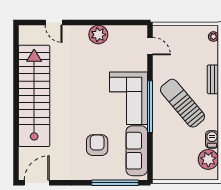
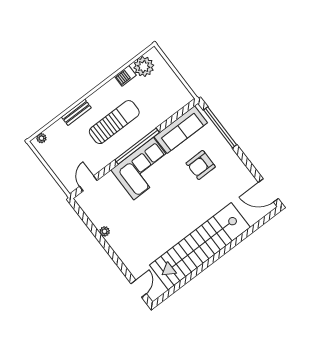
door: (54, 23) -> (139, 289), moved
plant: (98, 35) -> (105, 231), width x0.53, depth x0.53
sun lounger: (182, 103) -> (114, 122), turned -140

